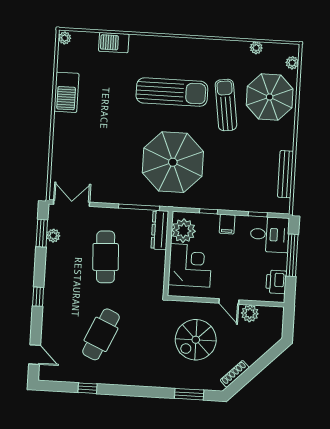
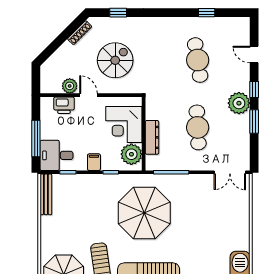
bench: (286, 174) -> (46, 194), moved
dresser: (160, 230) -> (152, 137), moved
window: (42, 233) -> (254, 121), moved
plant: (53, 236) -> (239, 103), moved, width x1.88, depth x1.88
printer: (276, 282) -> (64, 105), moved, turned 90
cafe table: (101, 334) -> (198, 60), turned -33
door: (35, 355) -> (254, 54), moved
window: (189, 394) -> (118, 13), width x0.67

